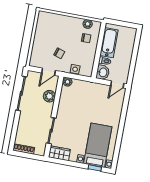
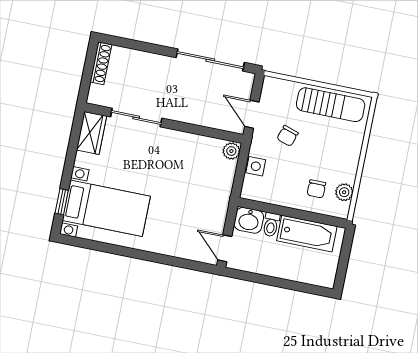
sun lounger: (43, 32) -> (331, 105), added
plant: (49, 96) -> (204, 115), removed

